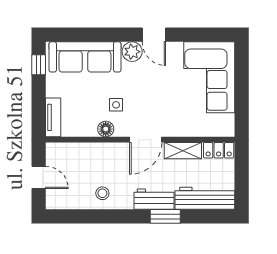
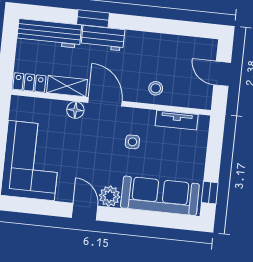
tv unit: (53, 117) -> (177, 120), moved, turned -90
floor lamp: (106, 129) -> (75, 110), moved
door: (146, 140) -> (105, 102), hinge flipped
stool: (102, 193) -> (156, 88), moved

